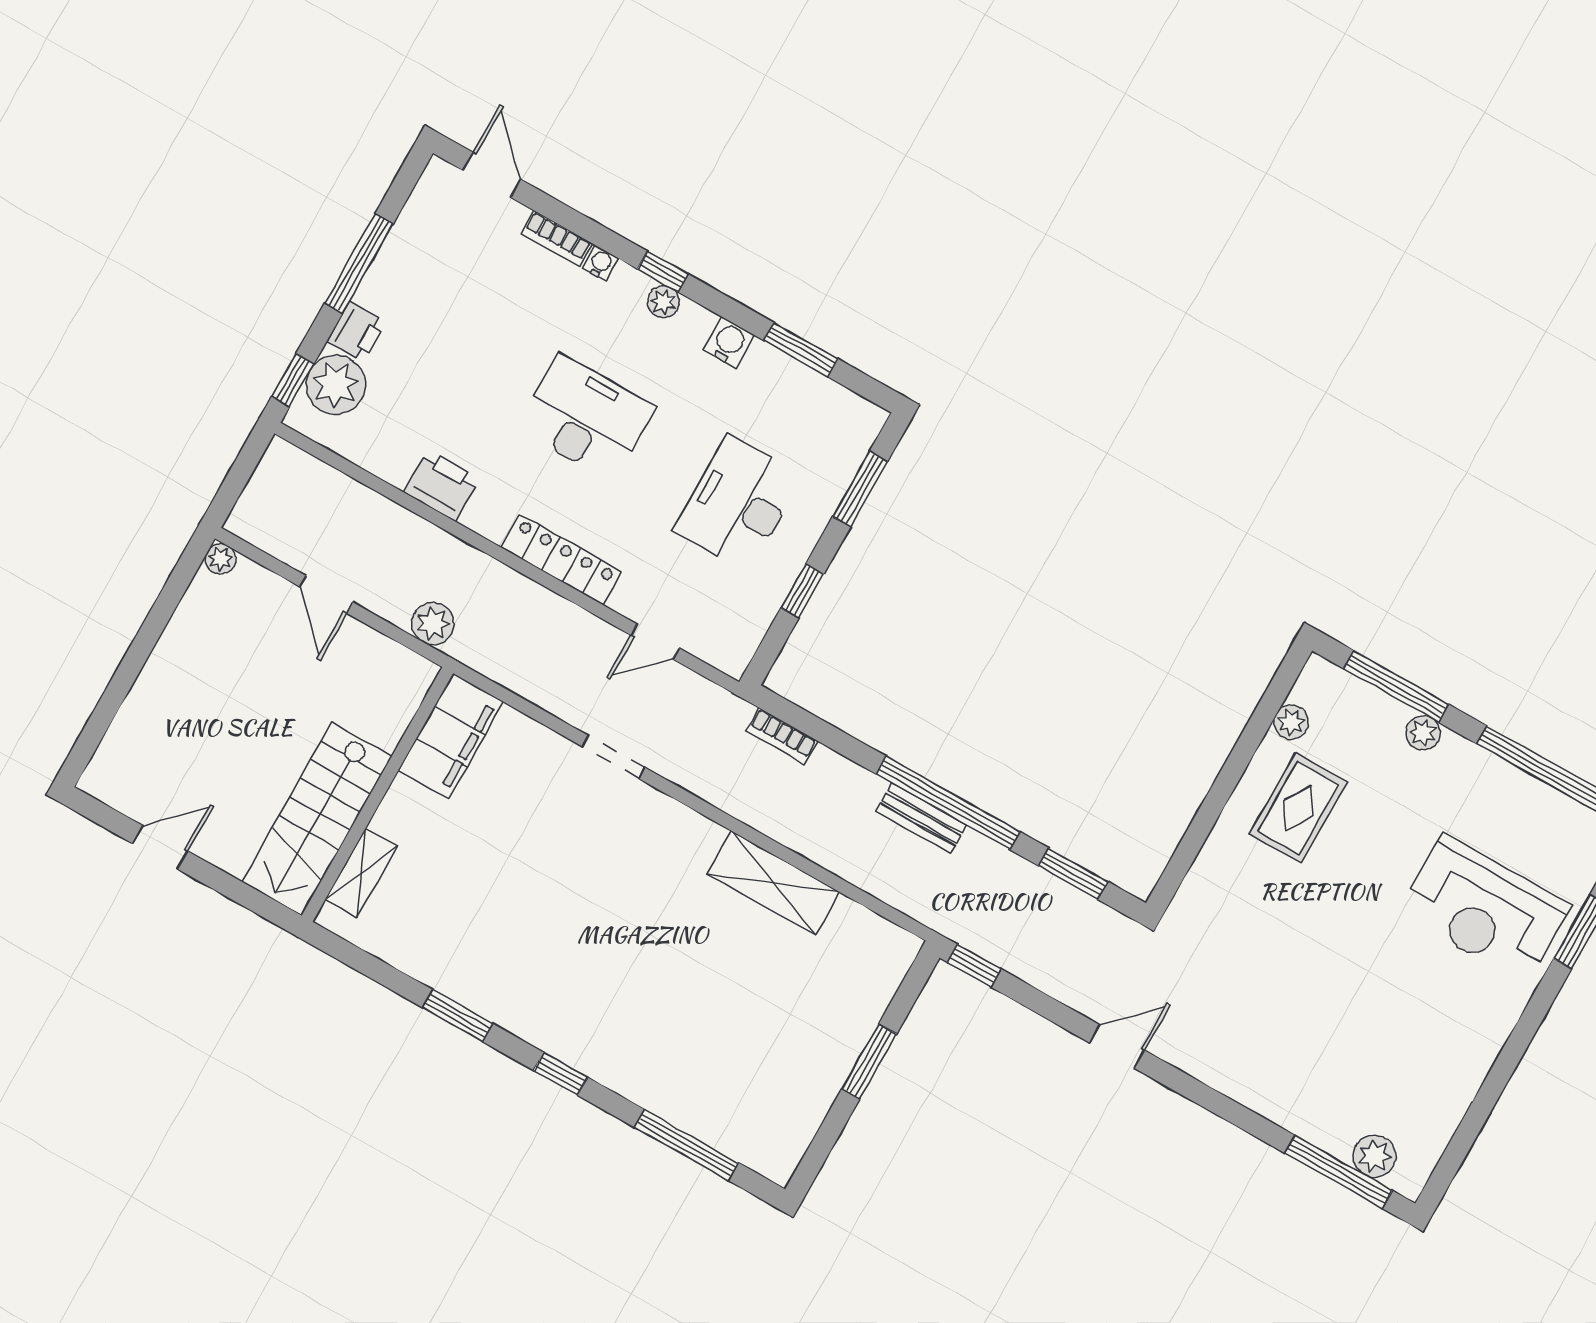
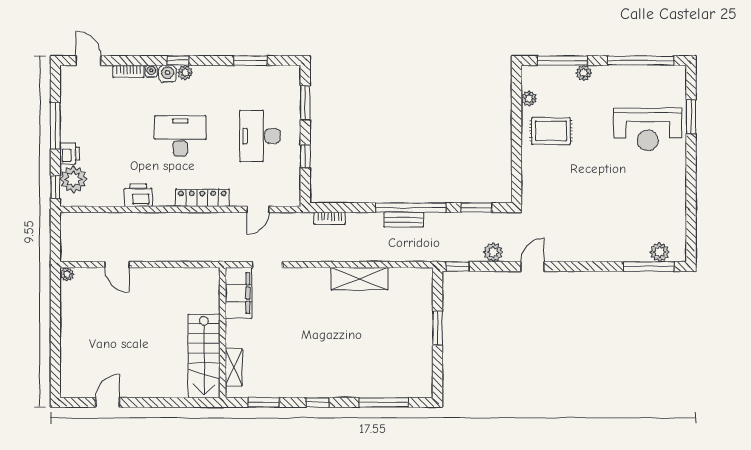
water cooler: (729, 342) -> (168, 74), moved
plant: (433, 624) -> (493, 252), moved
filing cabinet: (451, 736) -> (239, 293), moved
wall: (377, 794) -> (223, 333), moved
rug: (1298, 808) -> (551, 131), turned 90
stairs: (317, 819) -> (204, 356), moved
shelving: (361, 873) -> (234, 367), moved

